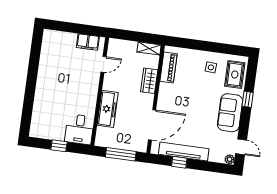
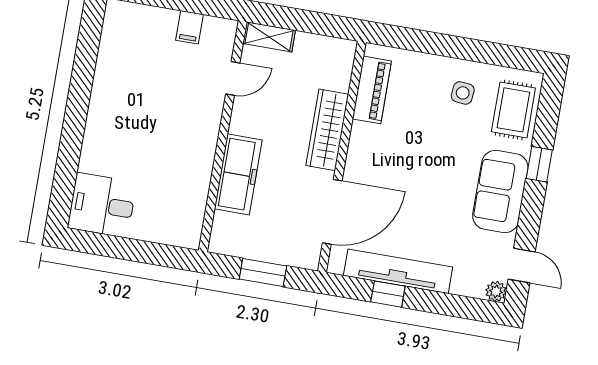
filing cabinet: (88, 42) -> (190, 27), width x0.50
shelving: (149, 48) -> (269, 37), moved
wardrobe: (149, 81) -> (327, 130), width x1.50
desk: (79, 129) -> (102, 205), moved, turned 90
window: (59, 146) -> (131, 250), removed
window: (121, 154) -> (263, 272), width x0.69

